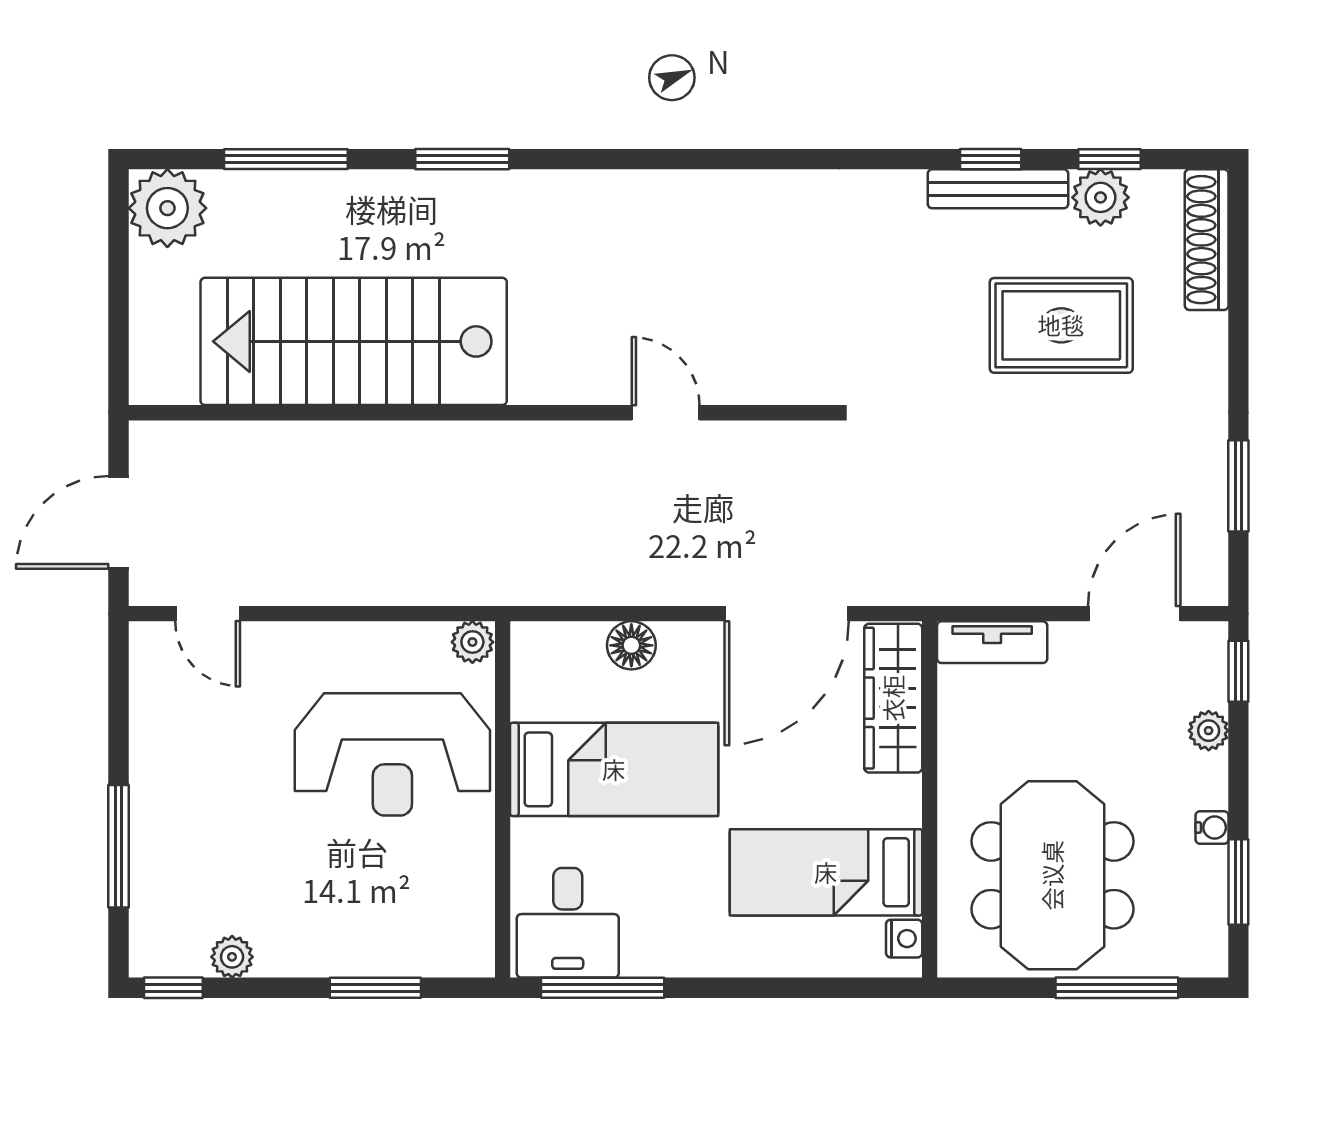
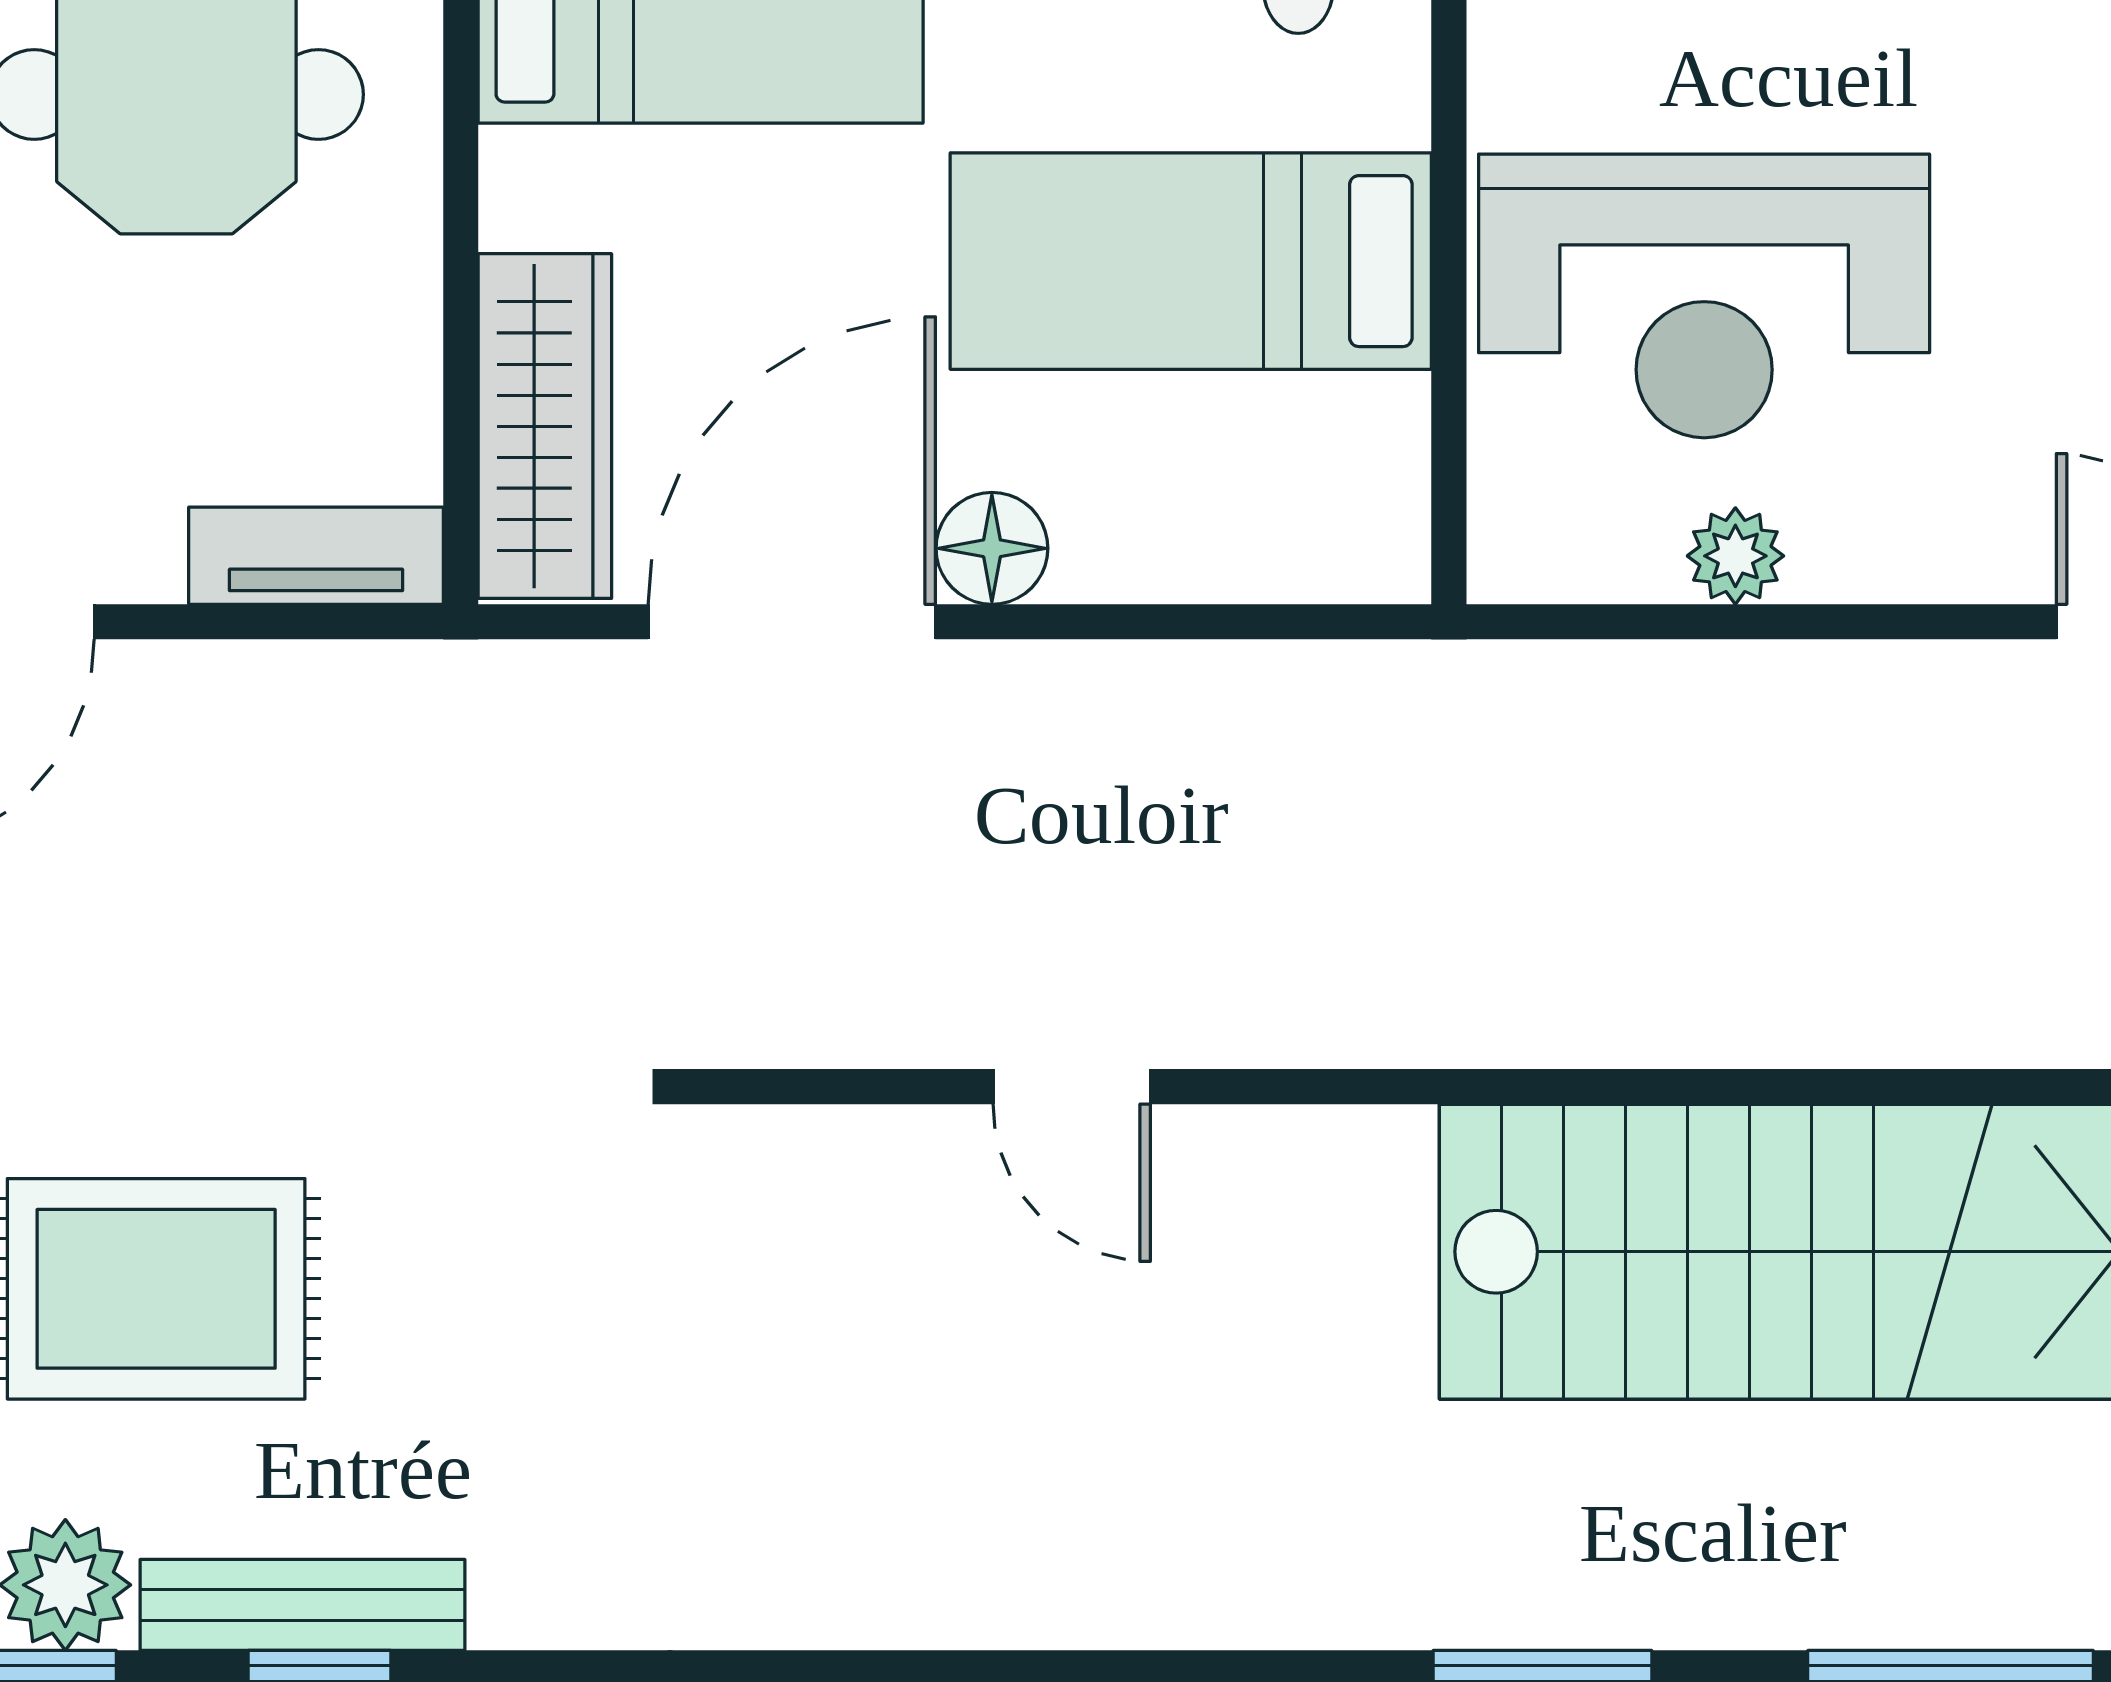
plant: (472, 642) -> (1735, 556), moved
floor lamp: (631, 645) -> (992, 548), moved
reception desk: (392, 754) -> (1704, 296), turned 180

